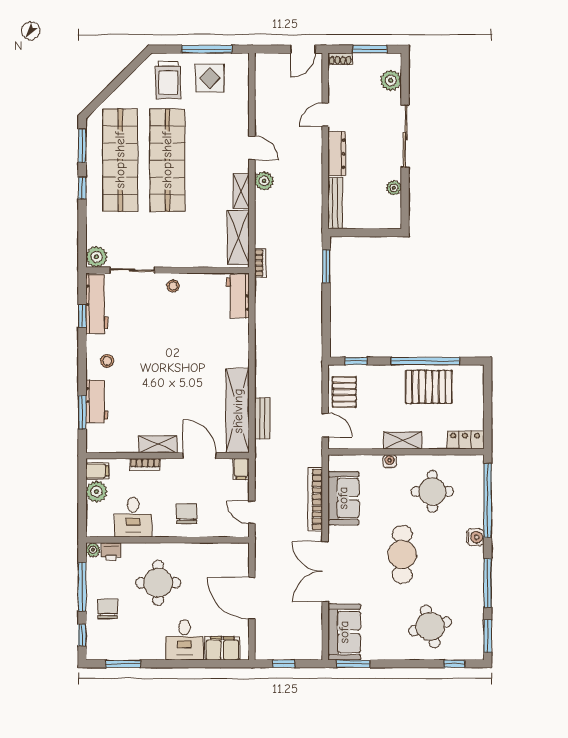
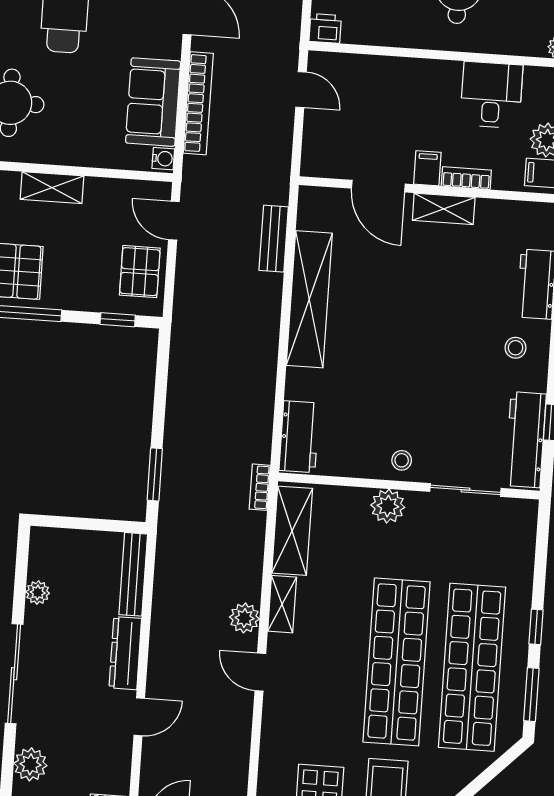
plant: (97, 257) -> (388, 506), moved
shelving: (238, 411) -> (309, 299), moved
water cooler: (390, 461) -> (163, 159), moved, turned -90
filing cabinet: (241, 469) -> (427, 168), moved
chair: (187, 514) -> (405, 95), removed
printer: (111, 551) -> (325, 28), moved

